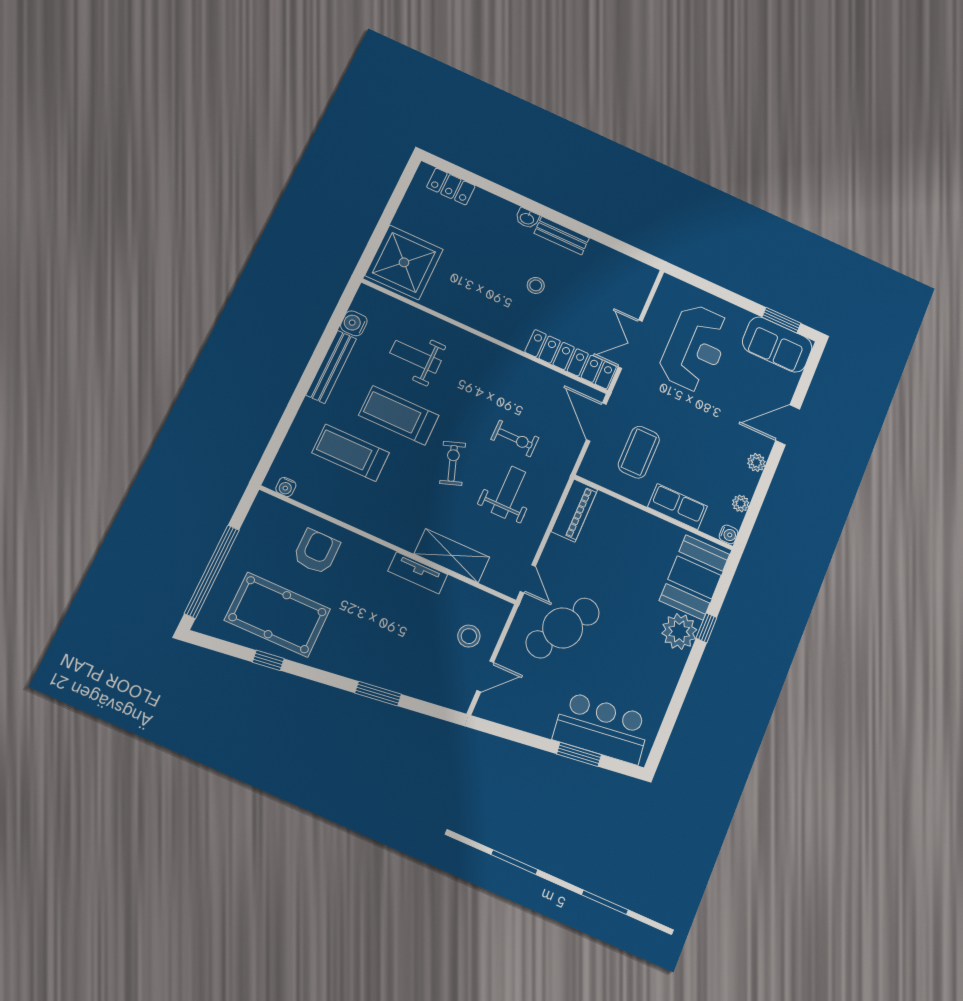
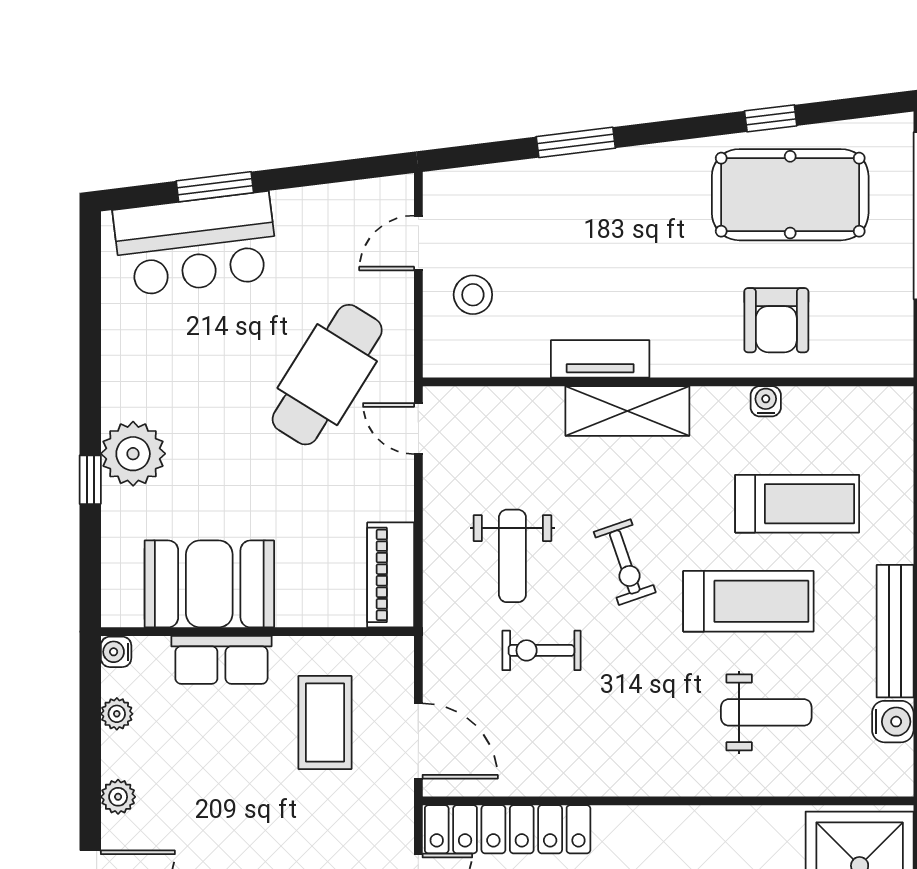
water cooler: (286, 487) -> (766, 401), moved
shelving: (452, 556) -> (627, 411), moved
booth: (694, 577) -> (209, 584), moved, turned 90

